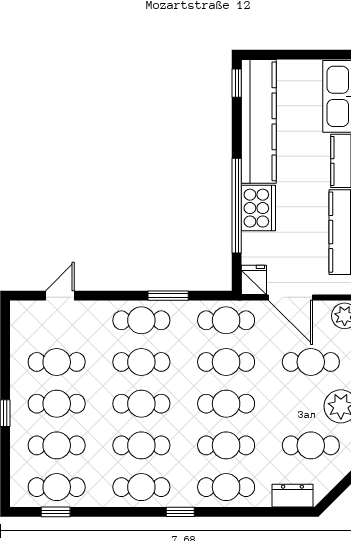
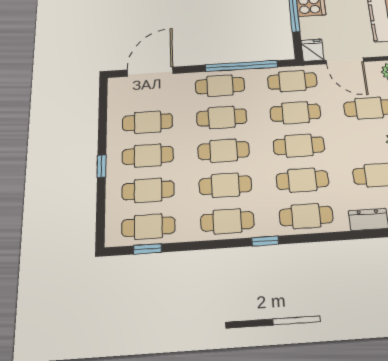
door: (60, 296) -> (150, 72), width x1.88
window: (168, 296) -> (242, 66), width x2.11

